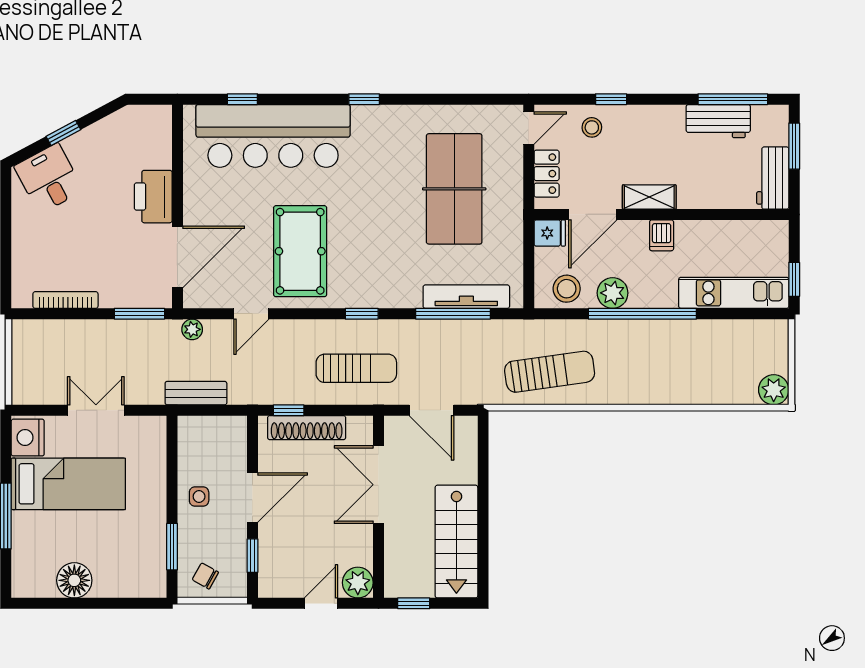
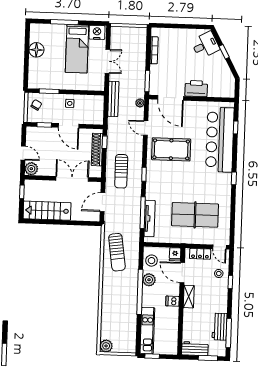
bench: (196, 393) -> (113, 99), width x1.36

